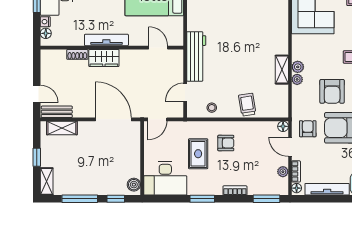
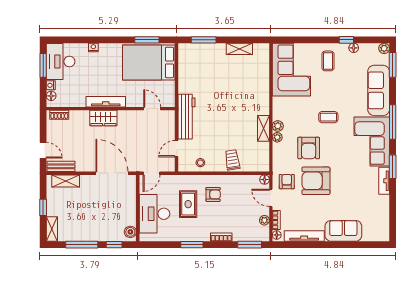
shoe rack: (77, 54) -> (59, 115), moved
desk: (165, 178) -> (154, 214), moved, turned 90

